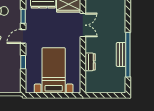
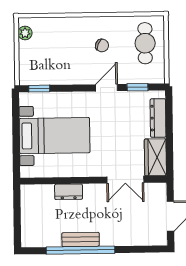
door: (23, 36) -> (107, 88), hinge flipped
window: (23, 62) -> (39, 89), moved

